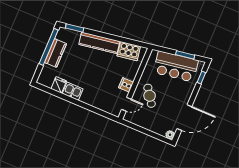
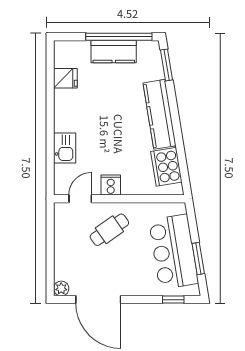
kitchen sink: (73, 91) -> (65, 148), moved
door: (126, 104) -> (80, 199), swing flipped

